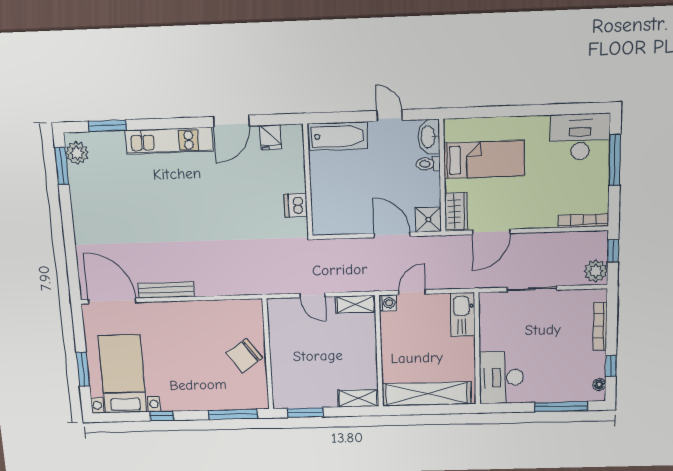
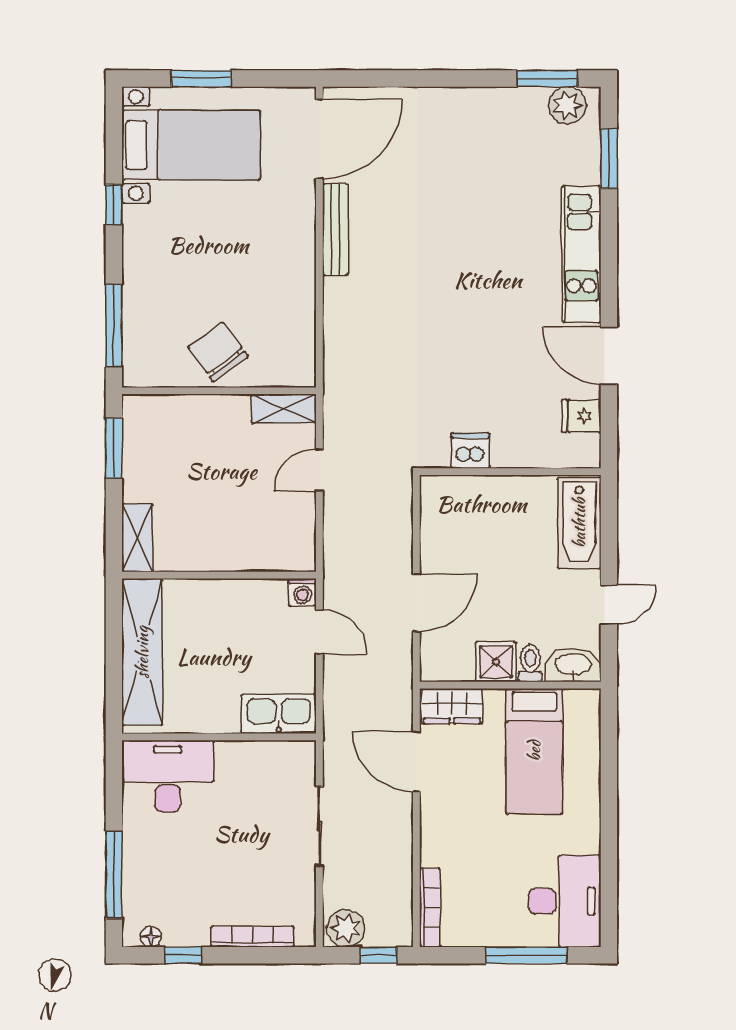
shower: (428, 220) -> (496, 662), moved
shelving: (355, 304) -> (284, 409), moved, turned 90

